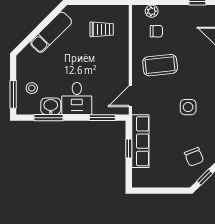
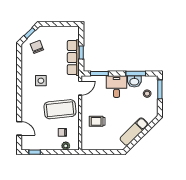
trolley: (102, 29) -> (97, 121), moved
coffee table: (160, 65) -> (60, 109), width x1.36, depth x1.32

